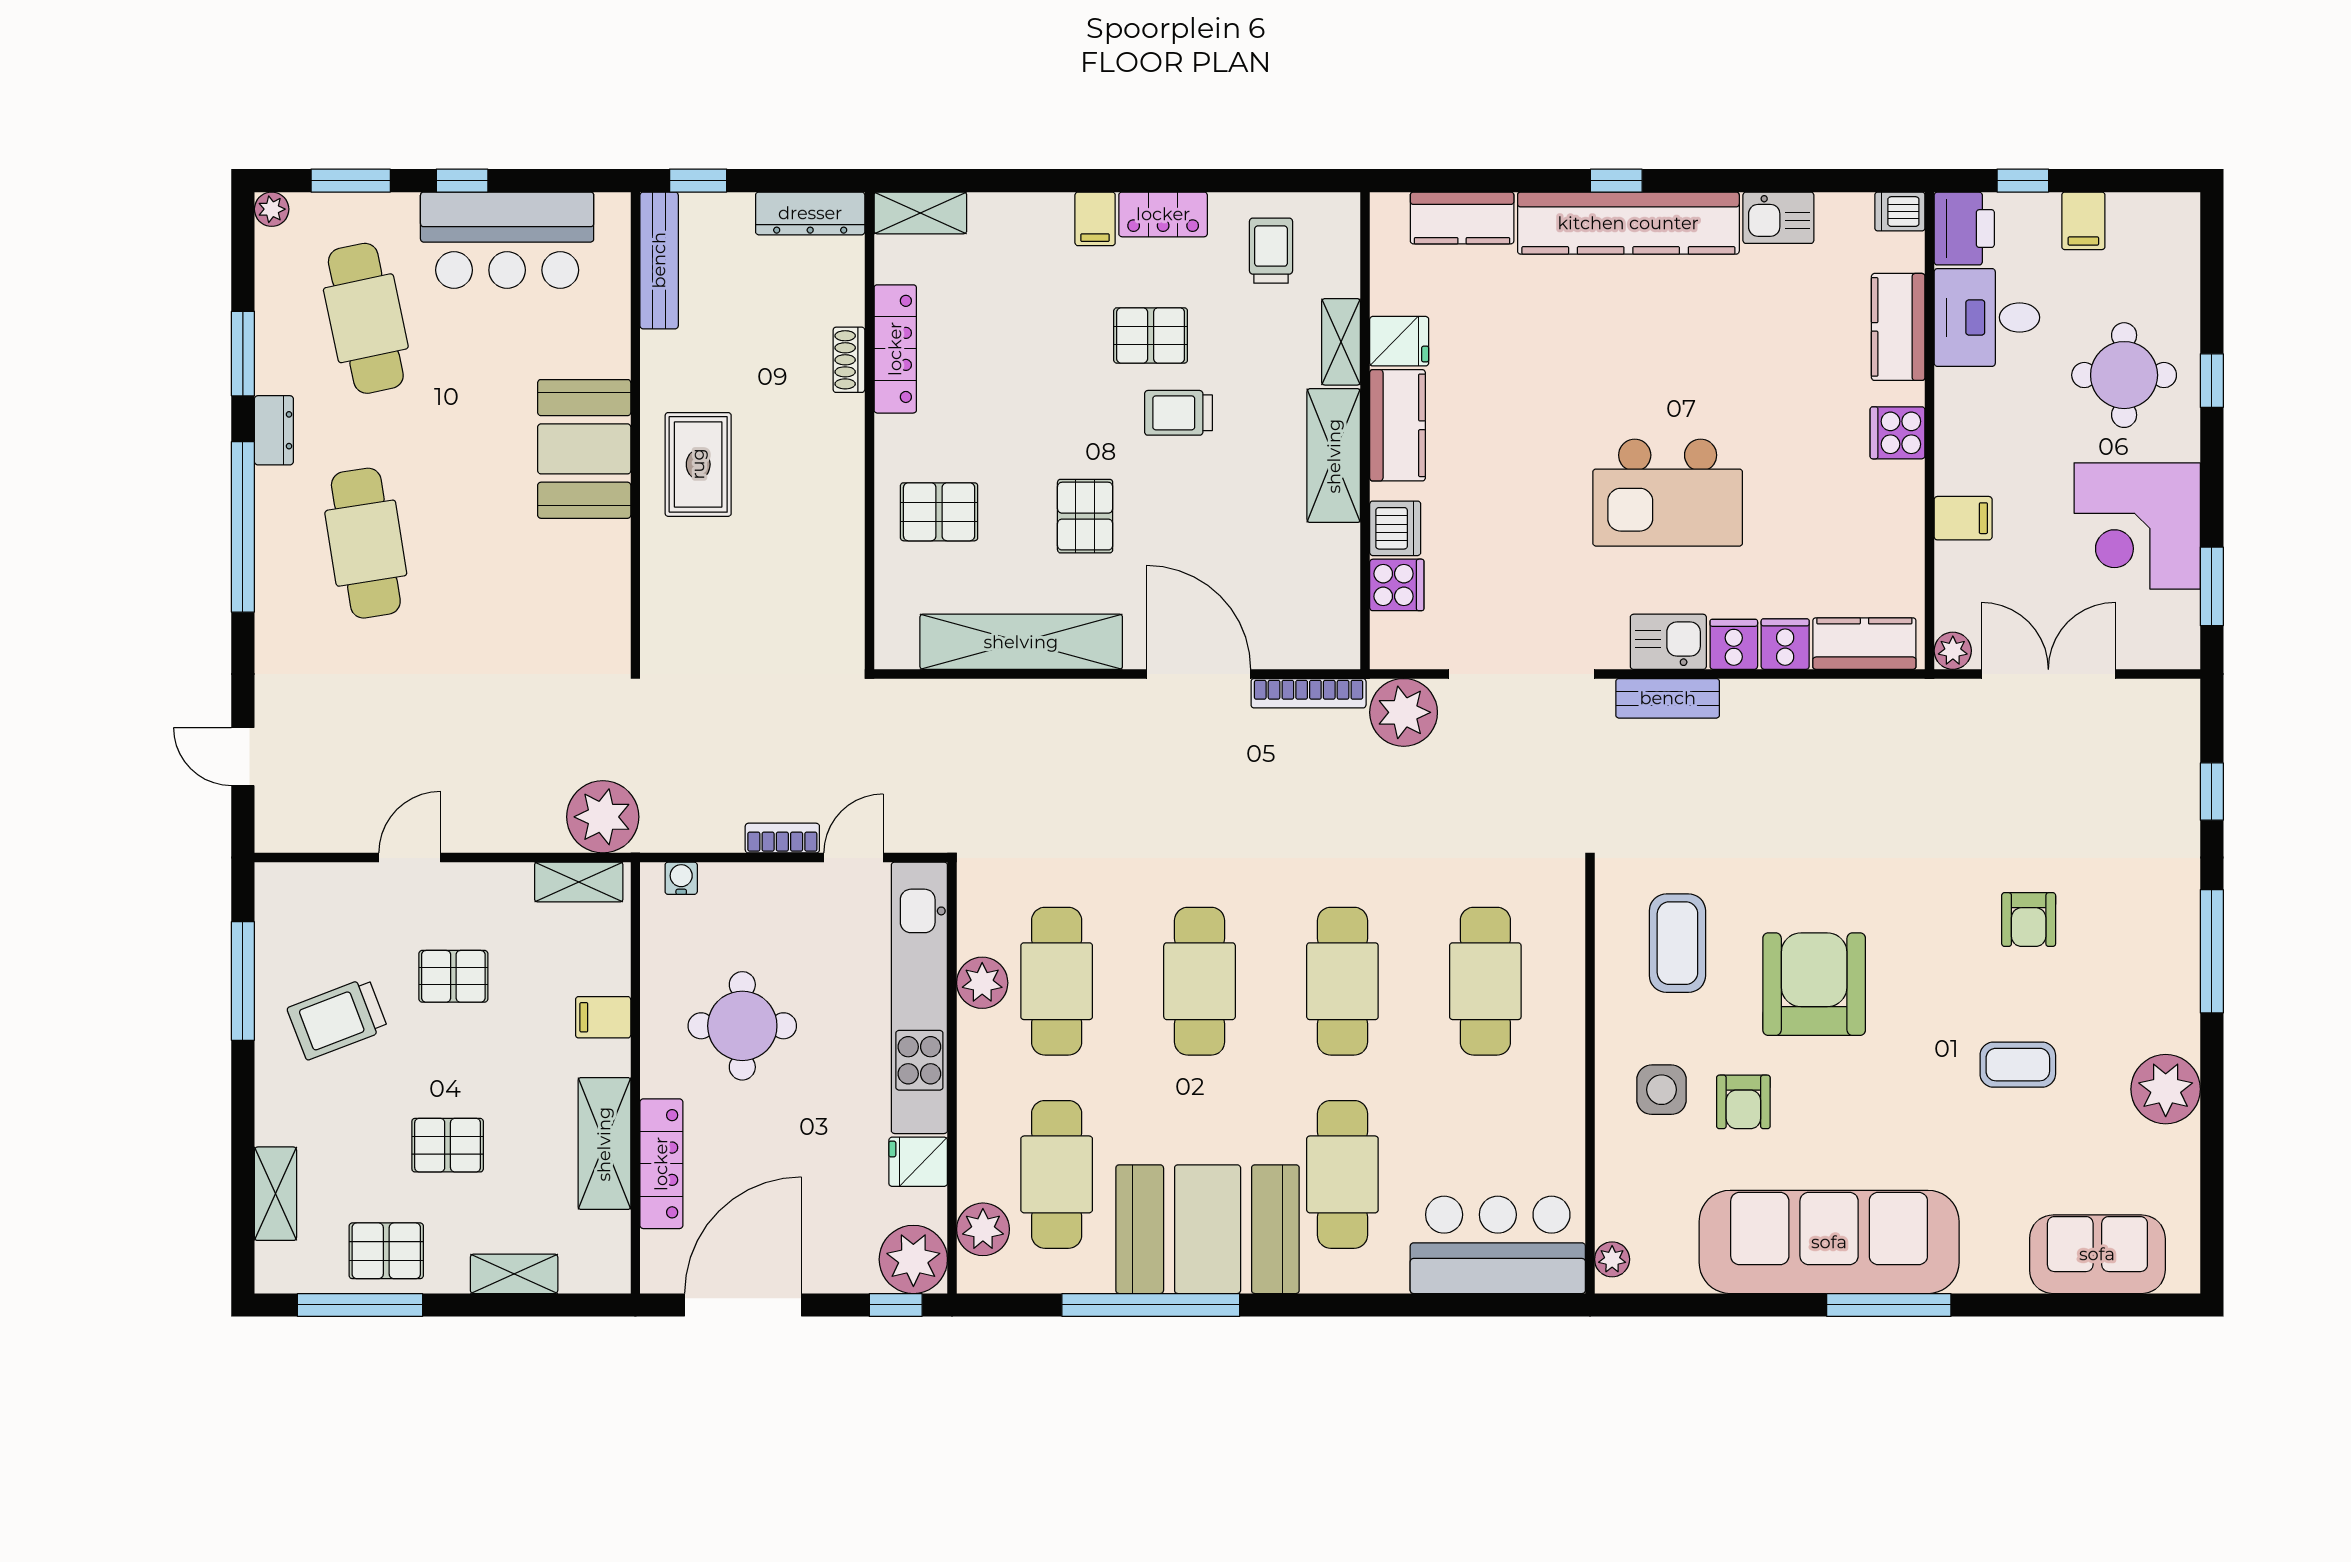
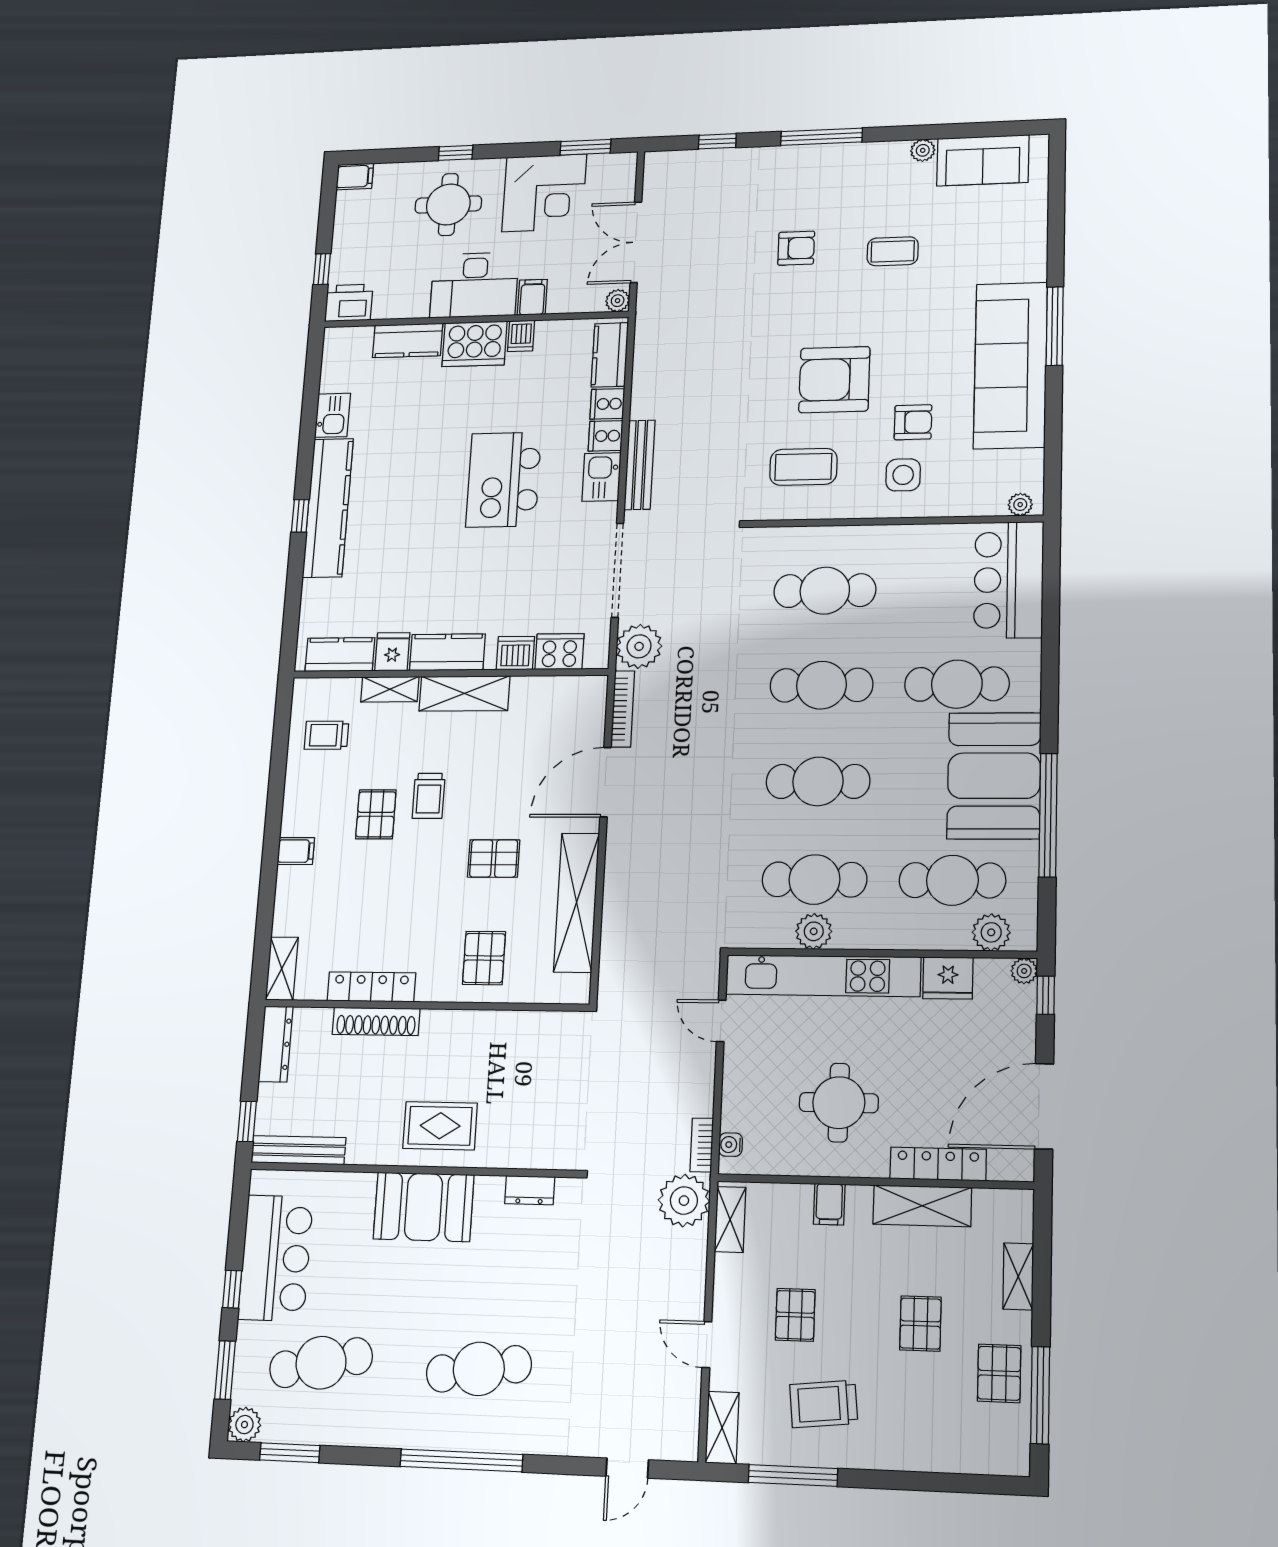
plant: (272, 209) -> (244, 1425), width x1.38, depth x1.38
dishwasher: (1900, 212) -> (521, 336), moved
locker: (1163, 214) -> (297, 806), removed
kitchen counter: (1462, 218) -> (340, 655), moved, turned -90
filing cabinet: (2083, 221) -> (355, 176), moved
desk: (1987, 317) -> (474, 285), moved, width x1.37
window: (243, 354) -> (290, 1453), moved
shoe rack: (849, 360) -> (376, 1021), width x1.94, depth x1.24
dresser: (274, 430) -> (530, 1190), moved, turned 180
cooker: (1898, 433) -> (475, 344), width x1.87, depth x1.31
kitchen island: (1668, 493) -> (504, 480), turned 180
cooker: (1397, 585) -> (559, 652), width x1.36
bench: (1668, 698) -> (640, 465), width x1.36
bookcase: (782, 838) -> (702, 1145), moved
trolley: (337, 1019) -> (824, 1404), turned 105
coffee table: (2018, 1065) -> (893, 251), turned 90
plant: (2166, 1089) -> (923, 150), width x0.53, depth x0.53
fridge: (918, 1162) -> (948, 978), width x1.38
shelving: (275, 1194) -> (722, 1428), moved, turned 90
sofa: (2097, 1254) -> (983, 160), moved, turned -90
plant: (913, 1259) -> (1024, 971), width x0.53, depth x0.53
door: (743, 1305) -> (1044, 1106), hinge flipped

